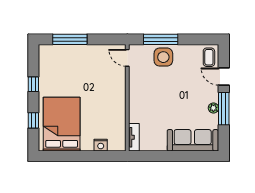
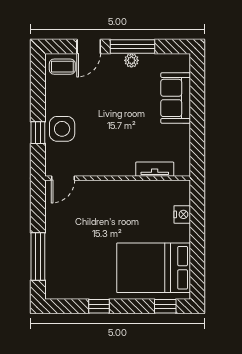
window: (161, 39) -> (38, 133), width x0.46
window: (33, 120) -> (165, 306), moved
tv unit: (134, 137) -> (155, 169), moved
sofa: (193, 140) -> (176, 98), width x0.73

